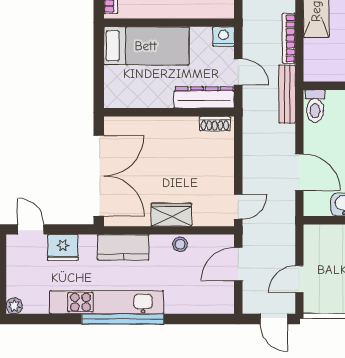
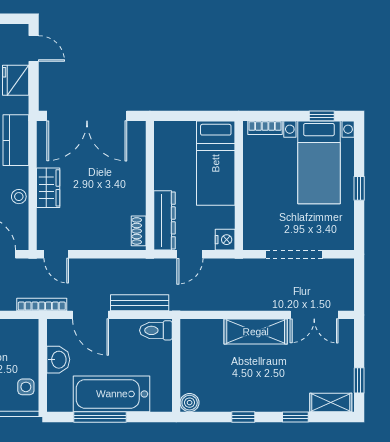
bookcase: (289, 38) -> (42, 305), moved
bench: (287, 94) -> (140, 303), moved
door: (299, 172) -> (91, 315), hinge flipped
door: (31, 229) -> (34, 48), hinge flipped

